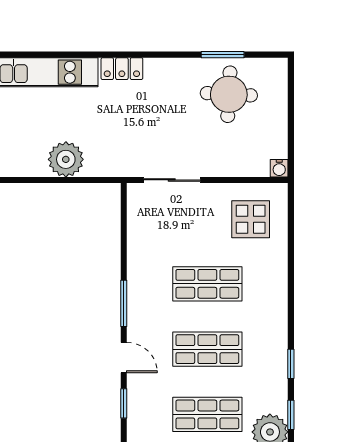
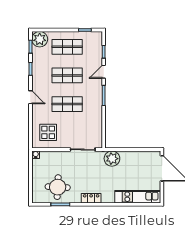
locker: (122, 69) -> (91, 198), moved
plant: (66, 159) -> (112, 159), moved
door: (291, 299) -> (30, 97), added
door: (124, 358) -> (104, 72), hinge flipped

